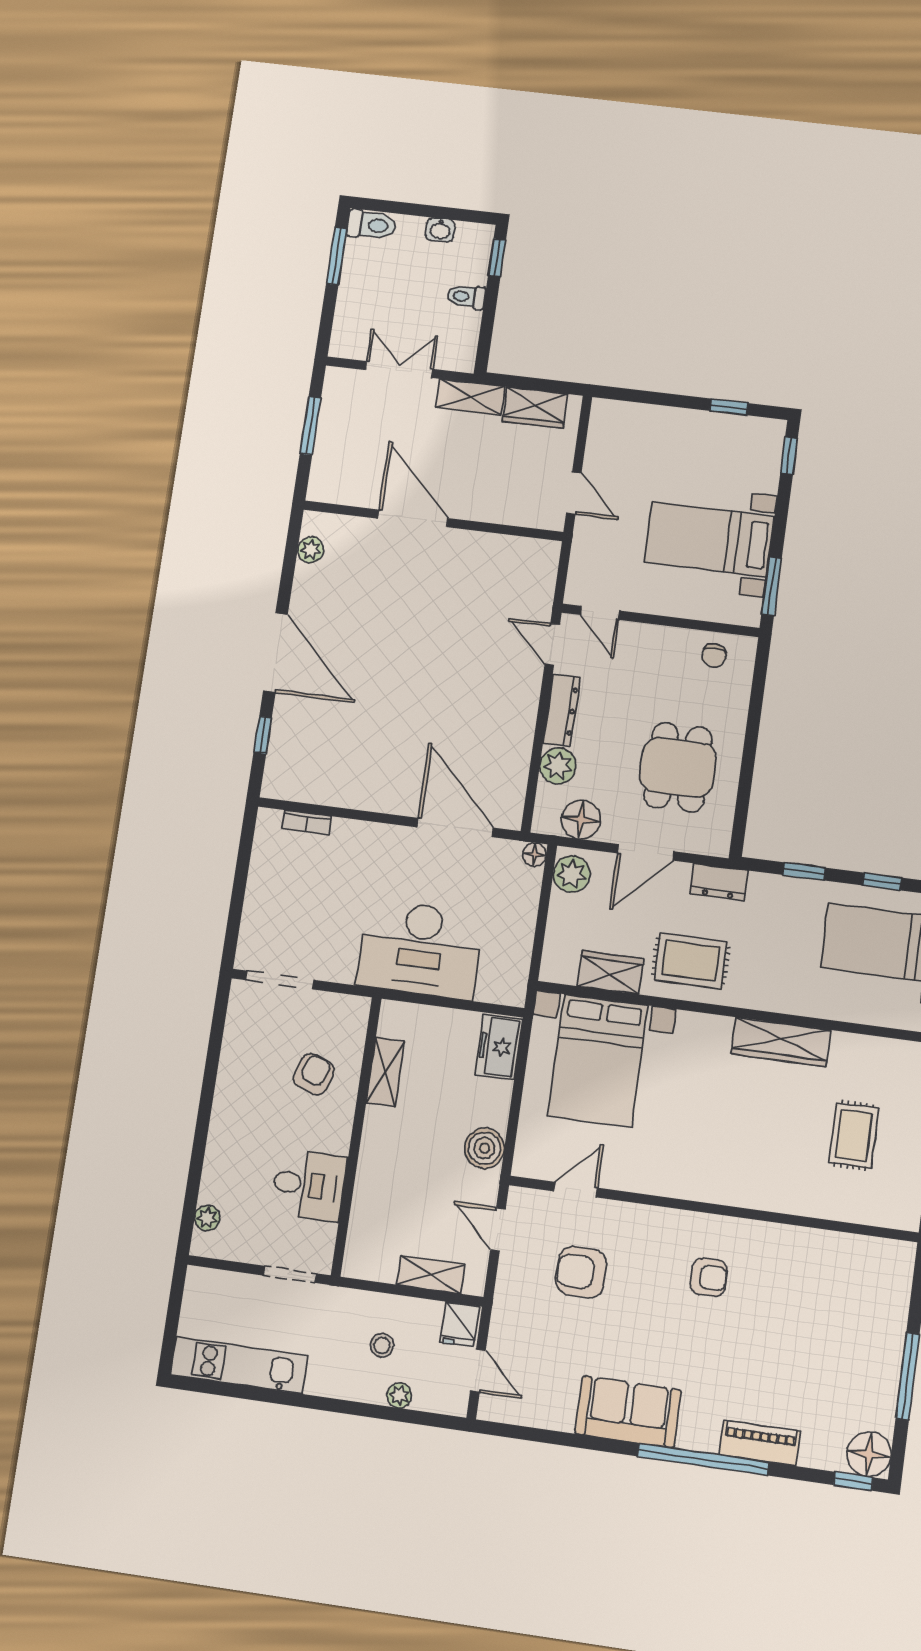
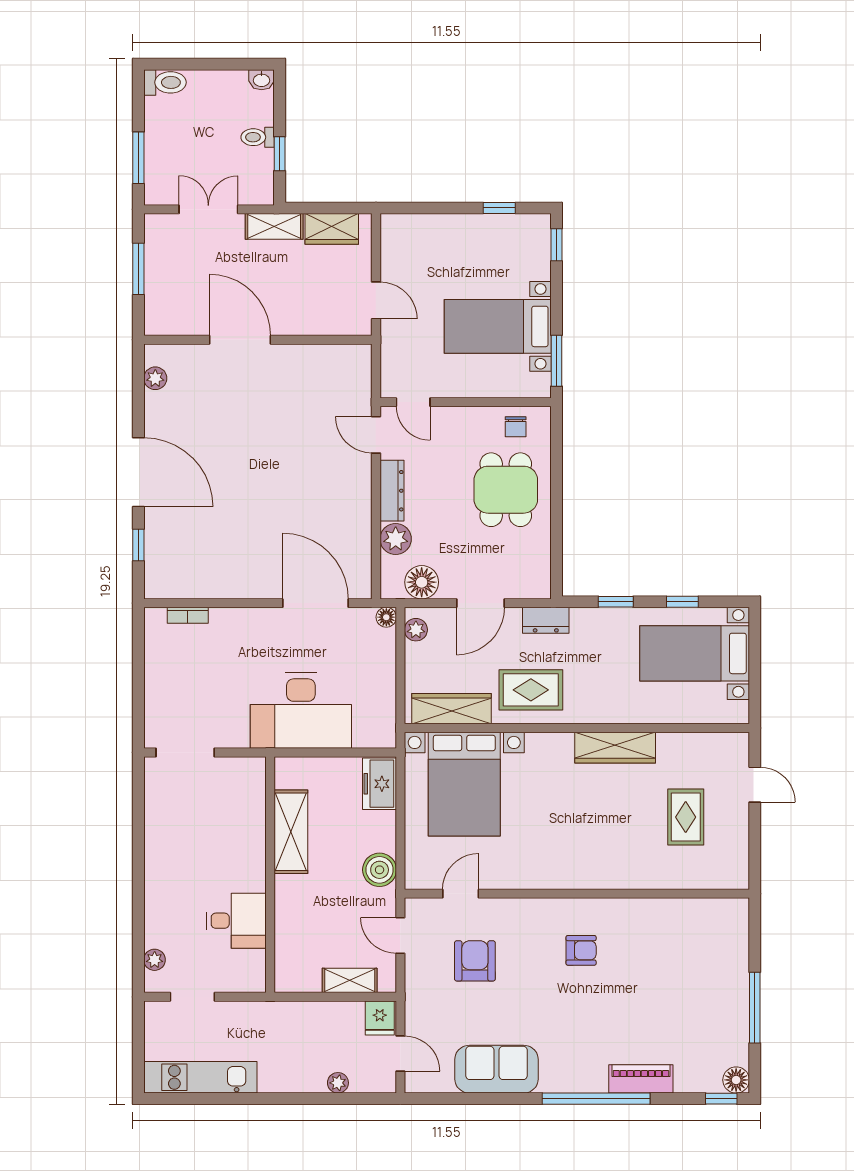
washbasin: (440, 230) -> (262, 80), moved
window: (337, 256) -> (138, 158), moved
window: (497, 258) -> (280, 154), moved
dining table: (678, 767) -> (506, 490), moved
plant: (572, 874) -> (416, 630), width x0.73, depth x0.73
wardrobe: (610, 972) -> (451, 709), width x1.50
shelving: (385, 1072) -> (291, 832), width x1.50, depth x1.33
armchair: (314, 1074) -> (226, 828), removed
armchair: (581, 1272) -> (475, 961), turned 90
doorway: (290, 1274) -> (192, 997), moved
stool: (382, 1345) -> (317, 1044), removed
sofa: (628, 1412) -> (497, 1069), moved
floor lamp: (869, 1454) -> (736, 1080), width x0.73, depth x0.73

